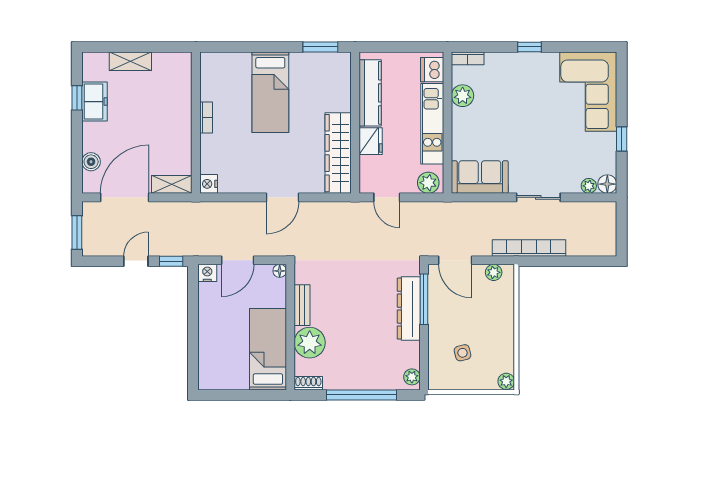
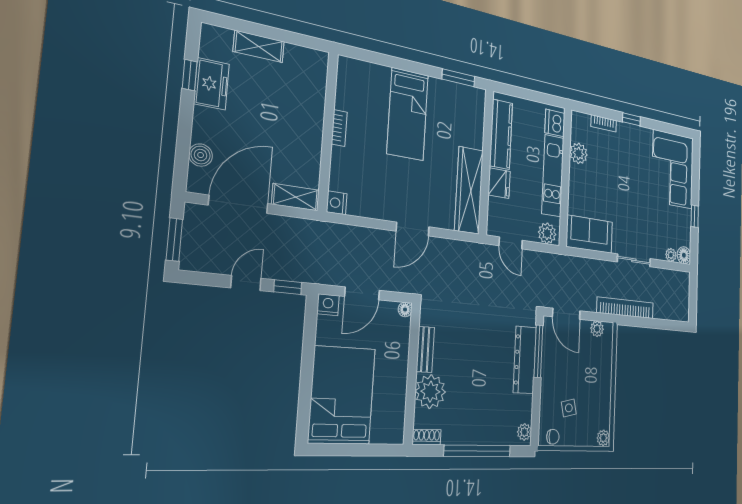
bookcase: (468, 58) -> (604, 123), moved
bed: (268, 349) -> (342, 395), moved, width x1.50
chair: (445, 381) -> (553, 437), added

